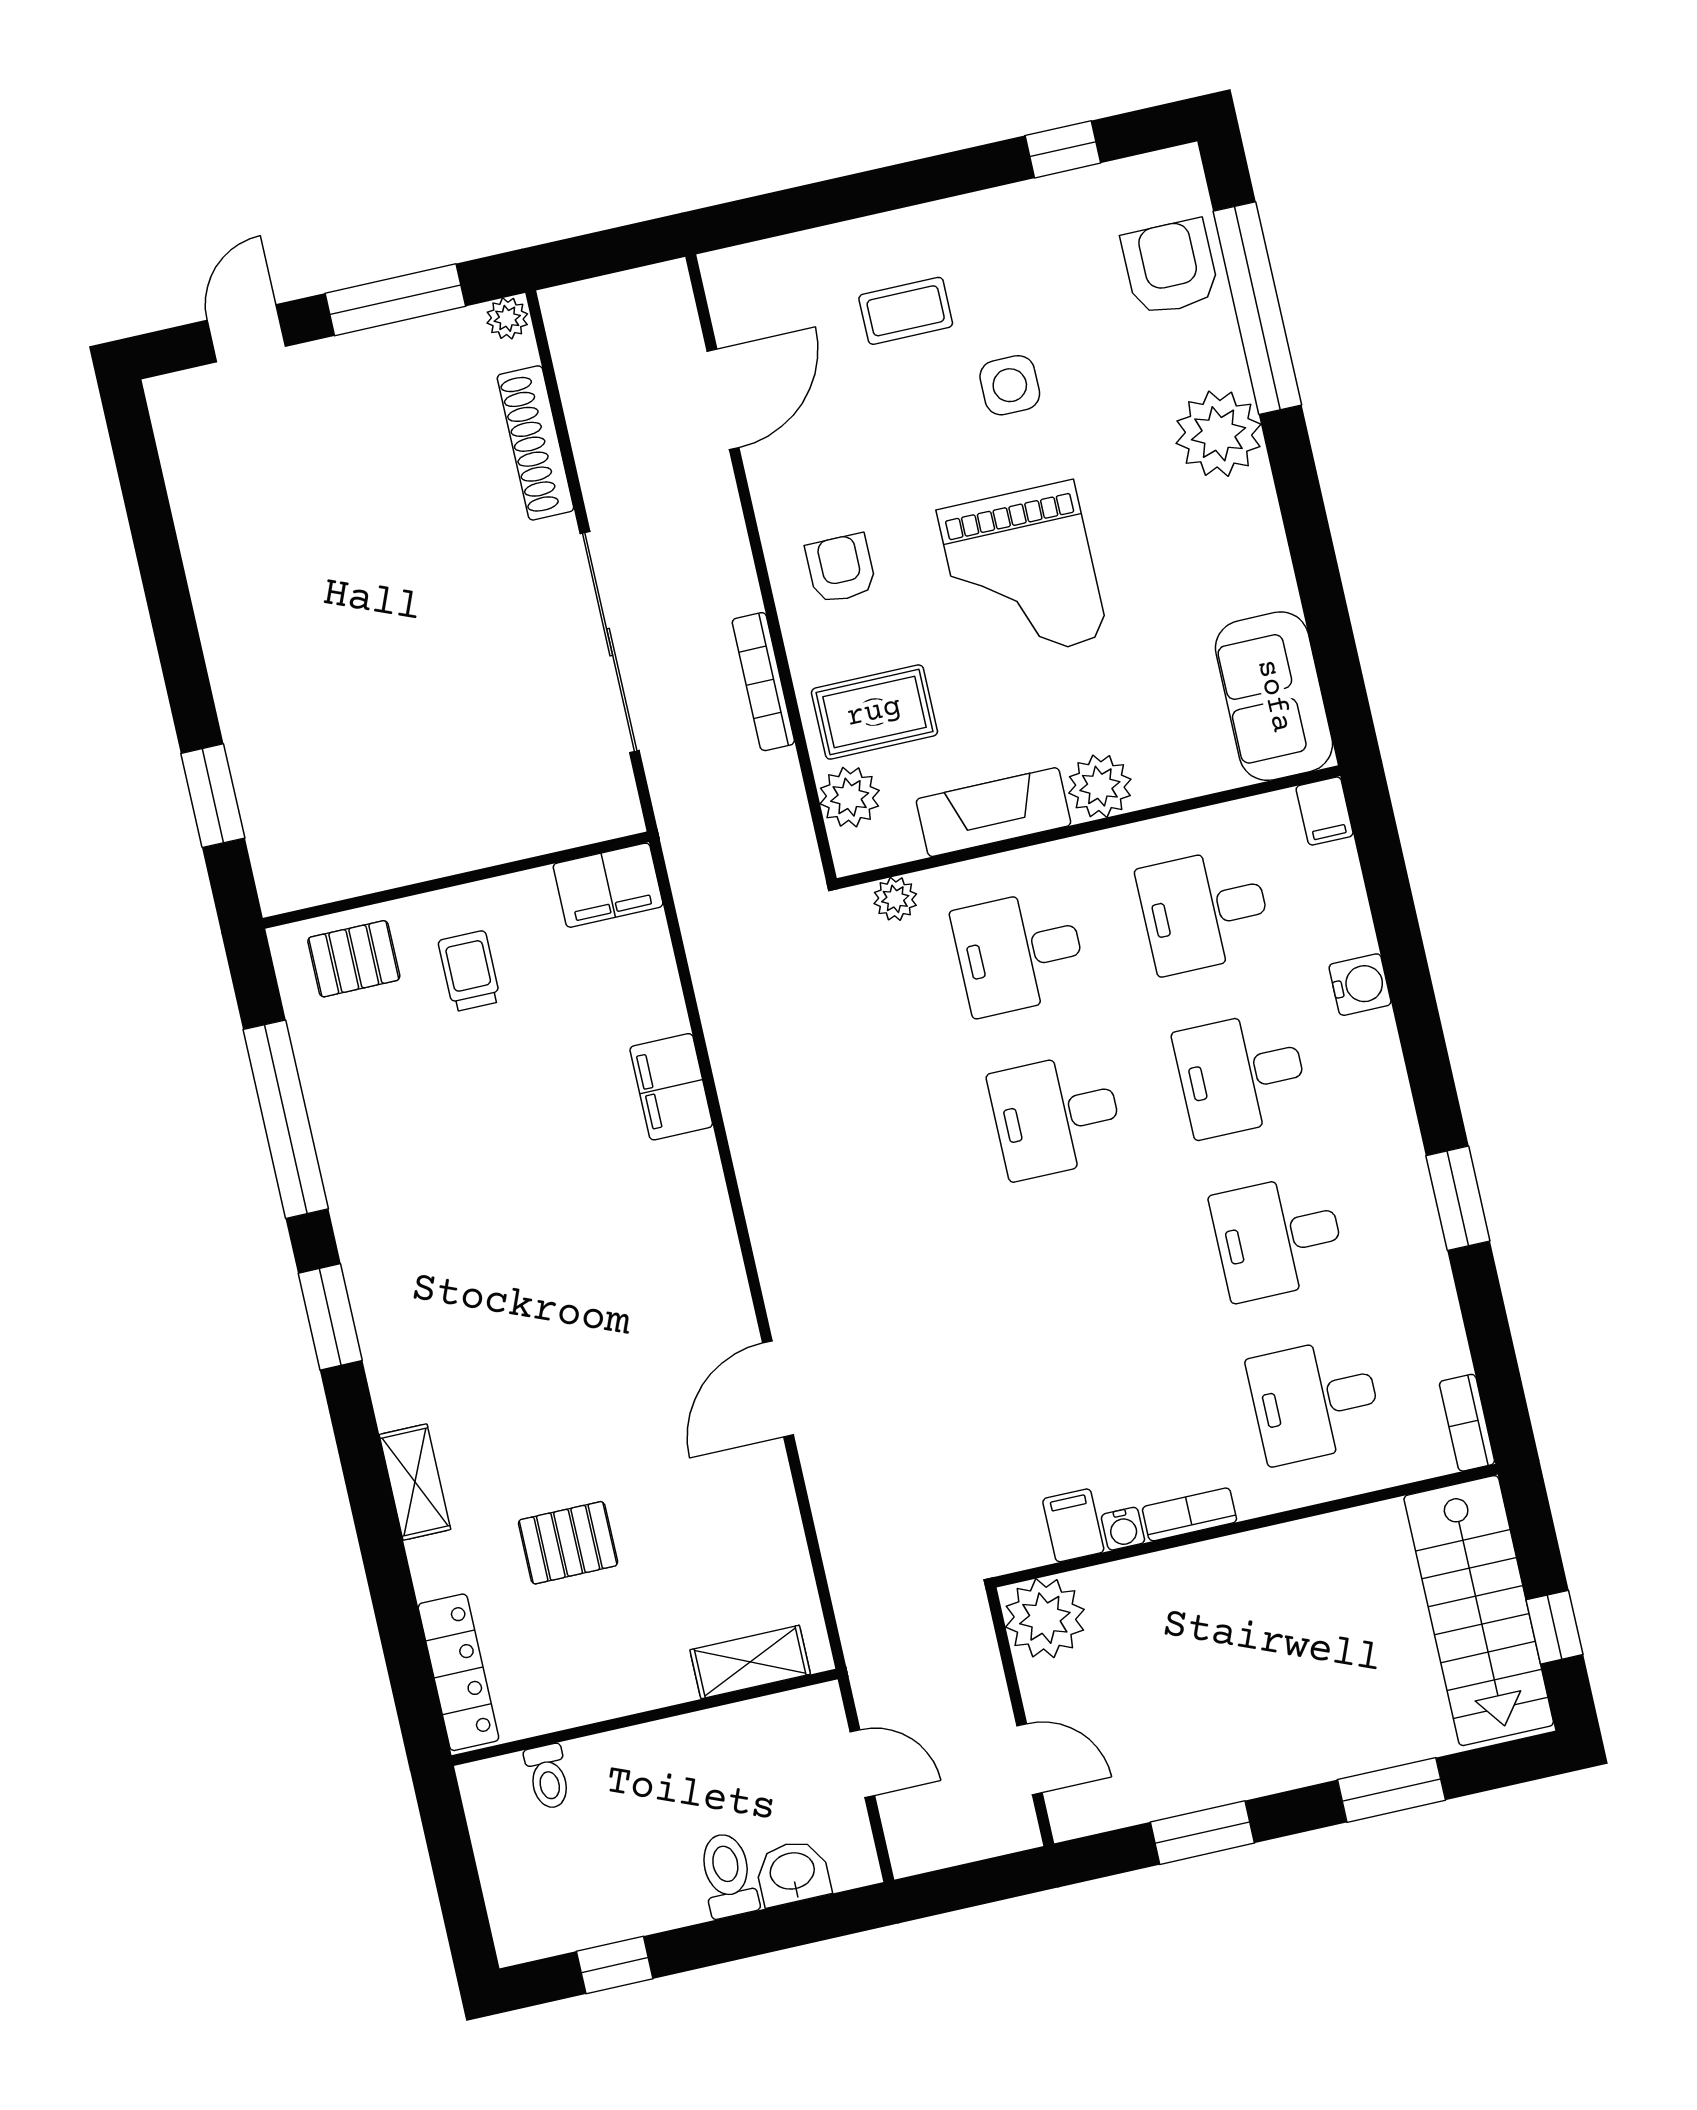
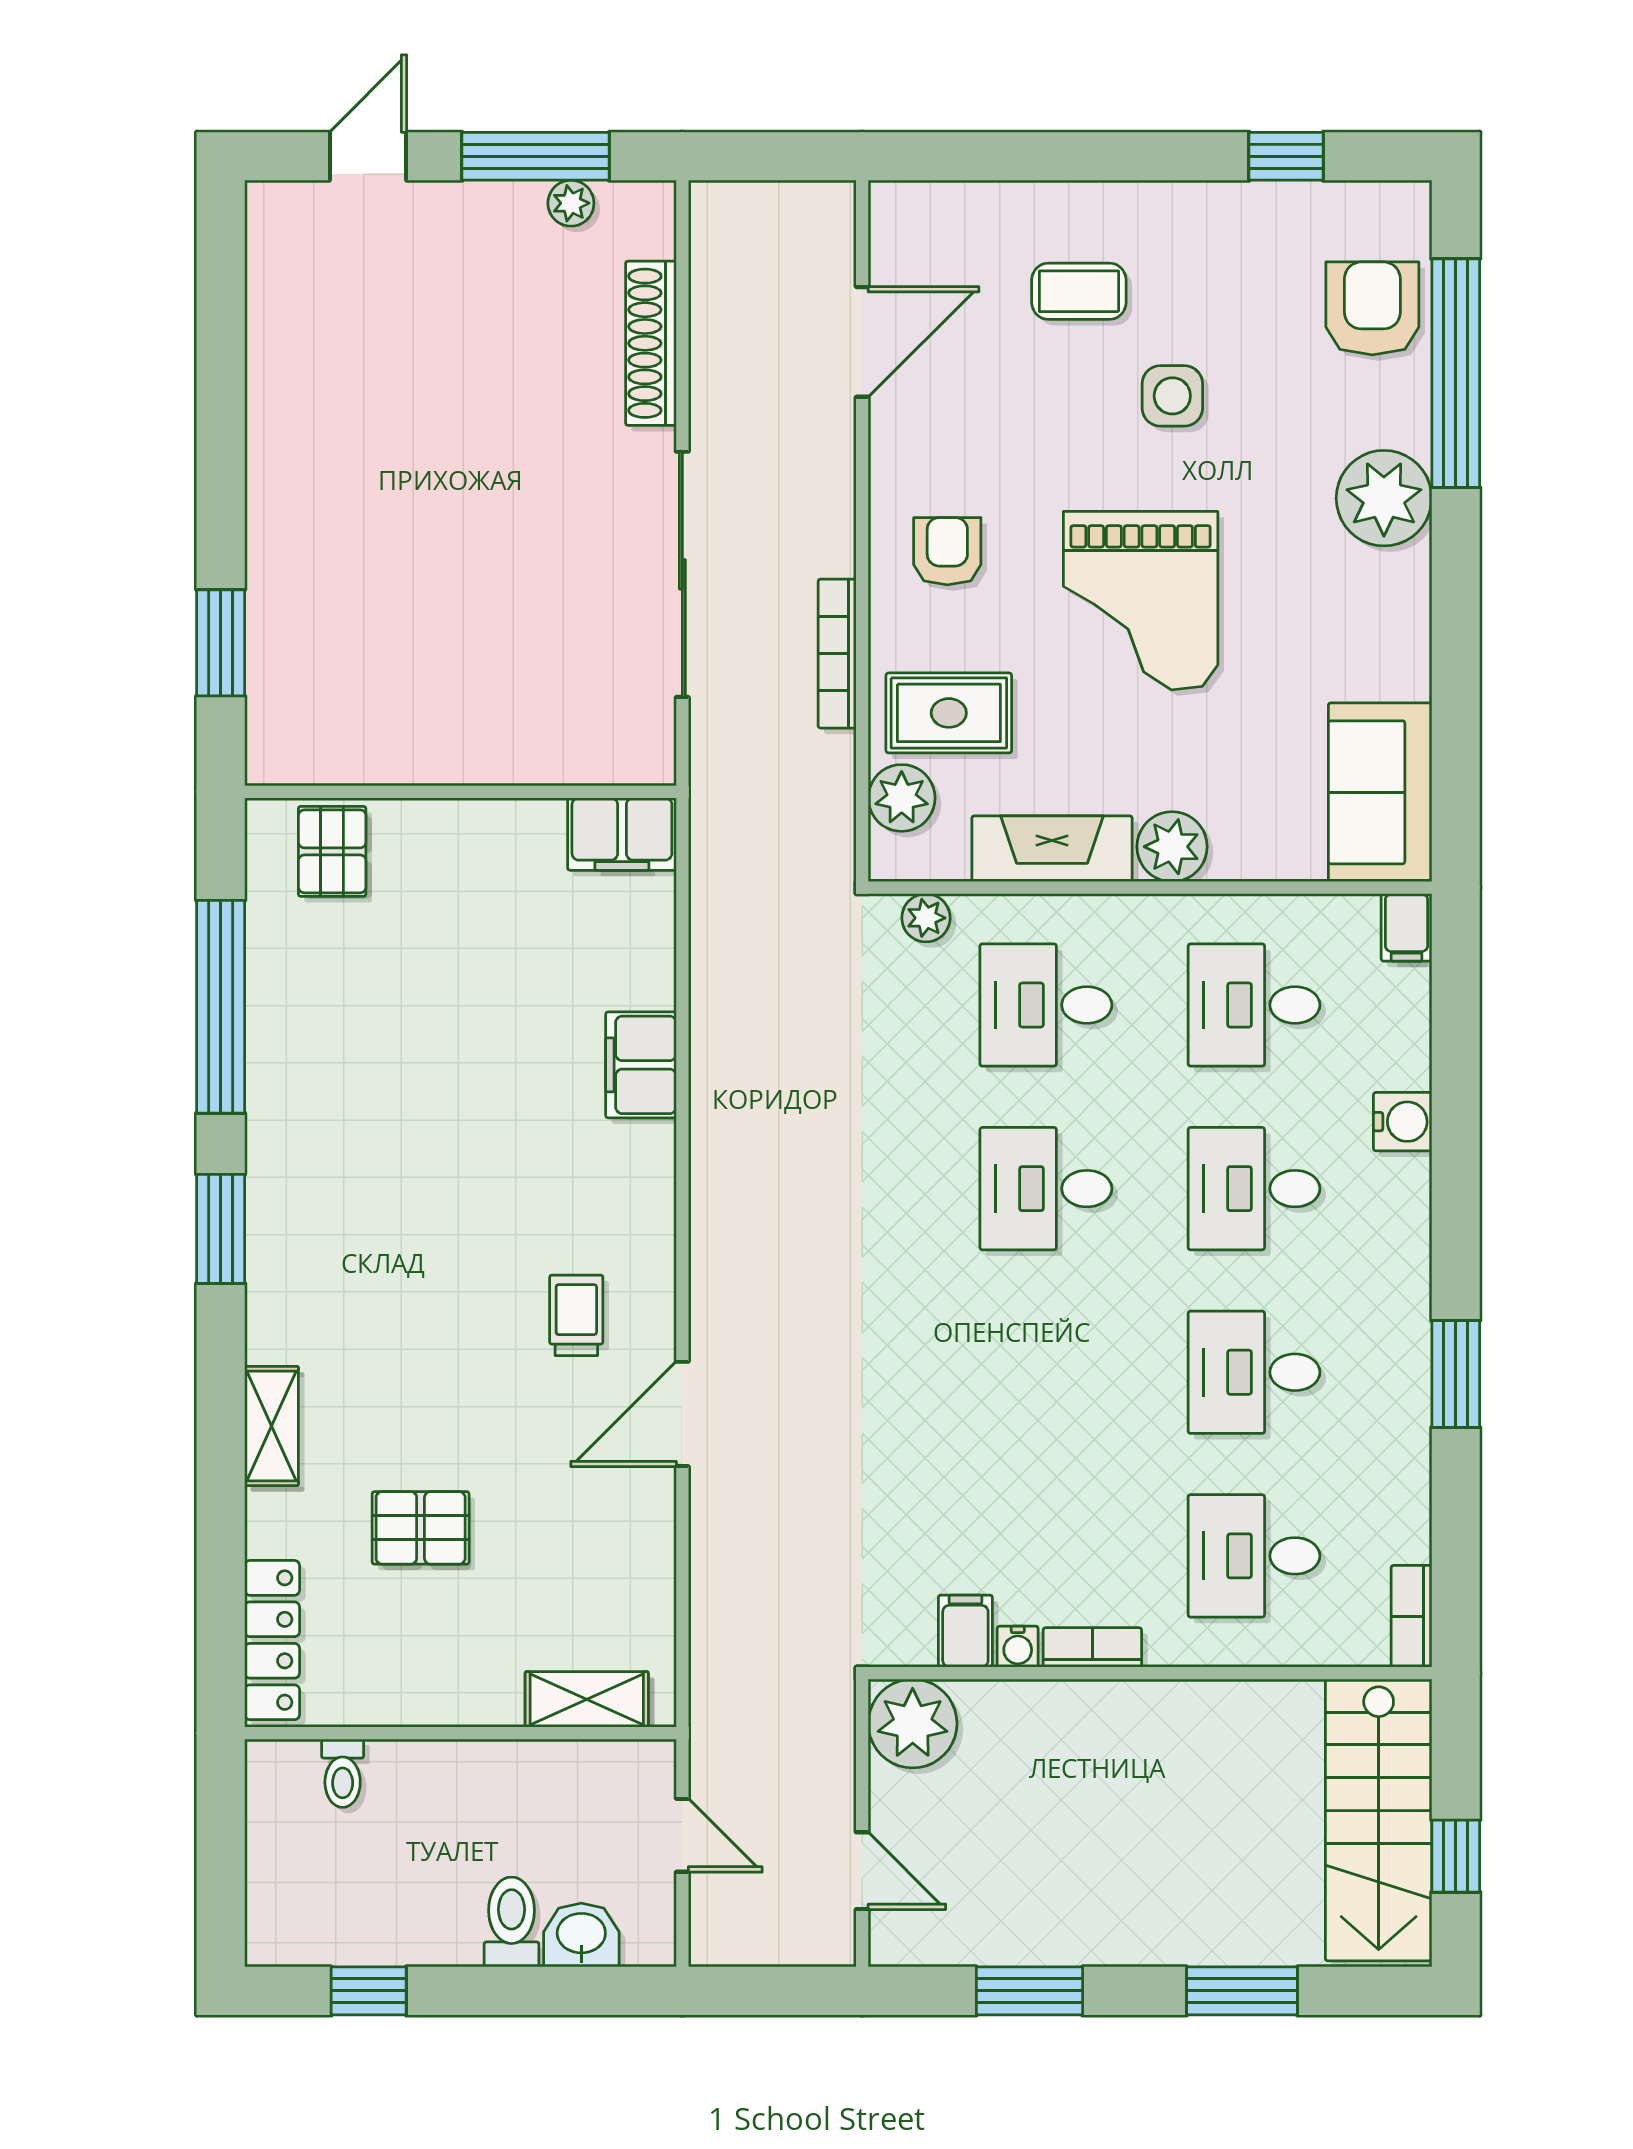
plant: (507, 318) -> (571, 203), moved
pallet: (354, 959) -> (332, 851), turned 90
trolley: (469, 971) -> (576, 1315), moved

